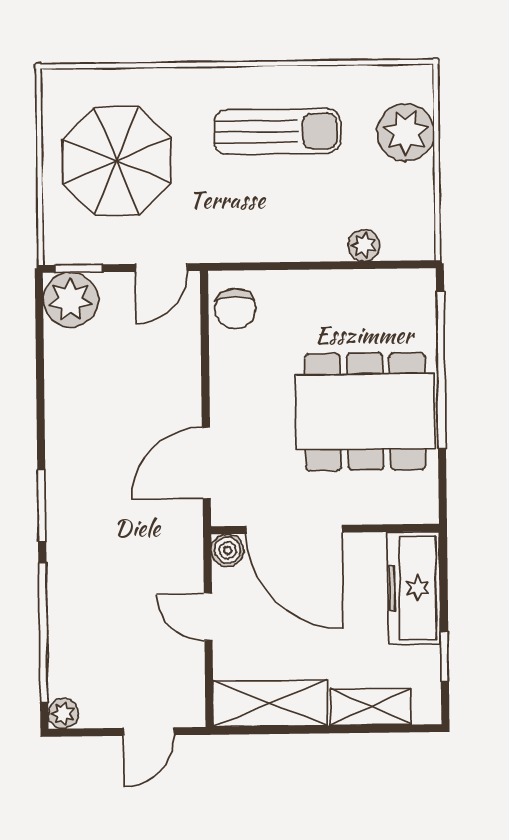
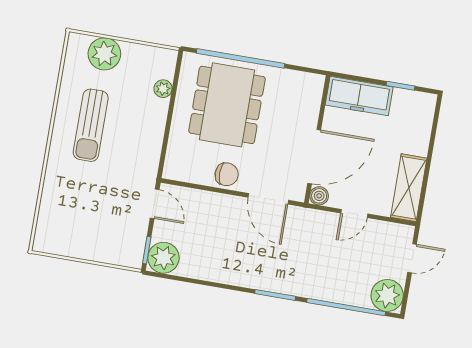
sun lounger: (277, 131) -> (91, 125), turned 180
parasol: (117, 161) -> (91, 218), removed
chair: (235, 309) -> (227, 174), moved
dining table: (365, 412) -> (227, 105), moved
shelving: (371, 707) -> (421, 132), removed
plant: (63, 714) -> (387, 295), width x1.87, depth x1.87
door: (149, 732) -> (412, 258), hinge flipped

